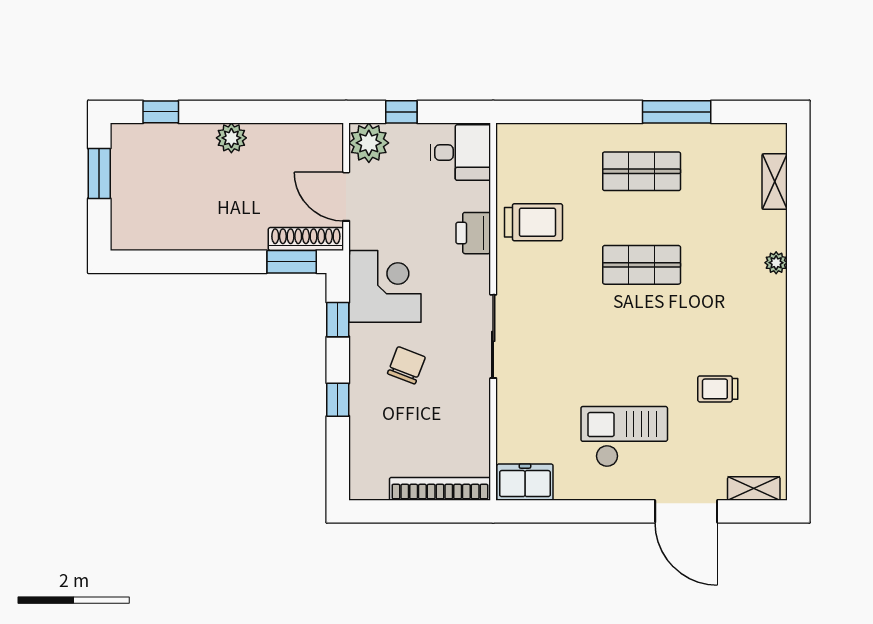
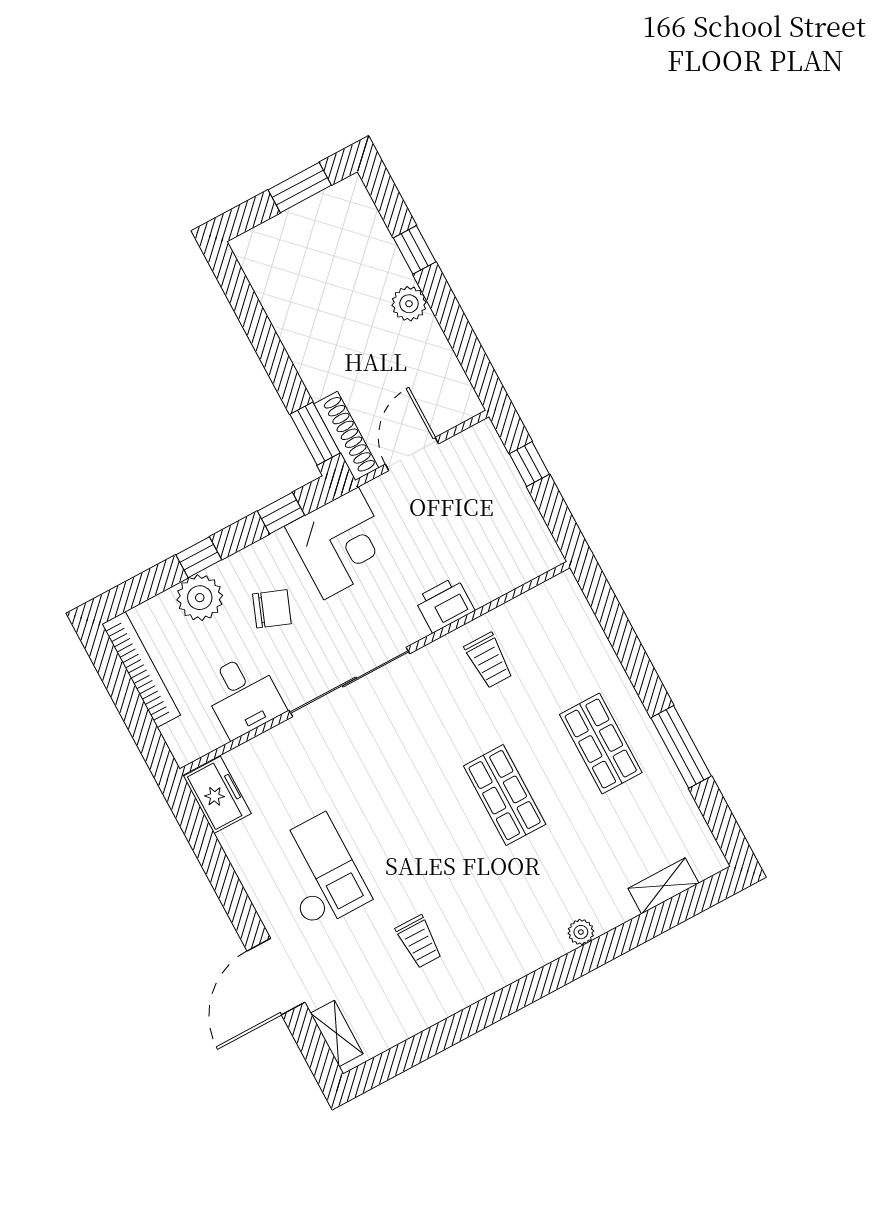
window: (161, 112) -> (415, 250), moved
plant: (369, 143) -> (200, 598), moved
desk: (460, 153) -> (243, 695), moved
trolley: (533, 222) -> (489, 660), width x0.73, depth x0.72
sliding door: (493, 336) -> (349, 682), width x1.36
trolley: (718, 389) -> (419, 942), turned 180
bookcase: (440, 489) -> (141, 670), moved

